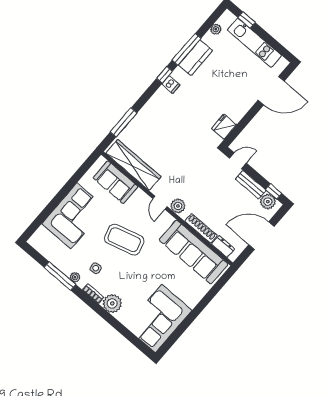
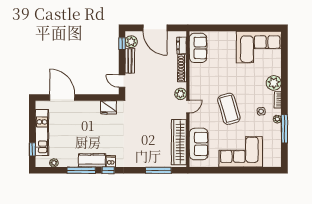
kitchen counter: (195, 58) -> (92, 160), moved
sofa: (194, 252) -> (198, 48), width x0.54, depth x0.79

